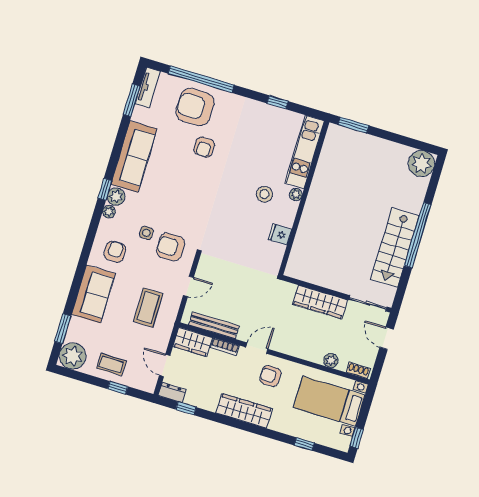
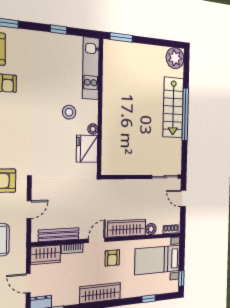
plant: (296, 194) -> (93, 129), moved
fridge: (280, 234) -> (87, 149), width x1.88, depth x1.34
stairs: (395, 248) -> (173, 108), moved
wardrobe: (320, 302) -> (127, 228), moved, turned 180
armchair: (270, 376) -> (112, 258), turned -90

